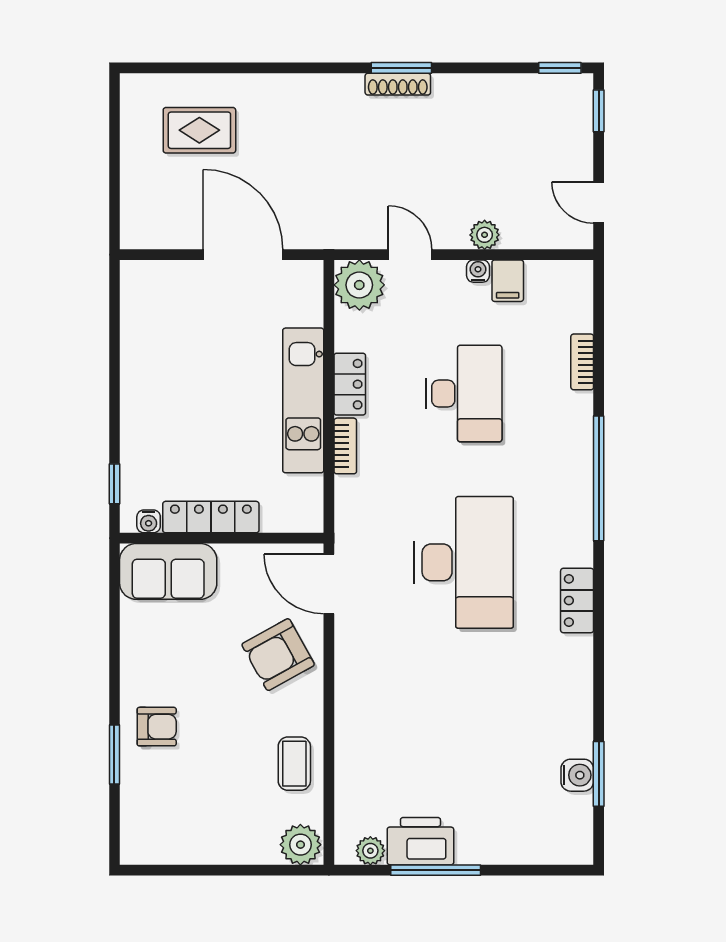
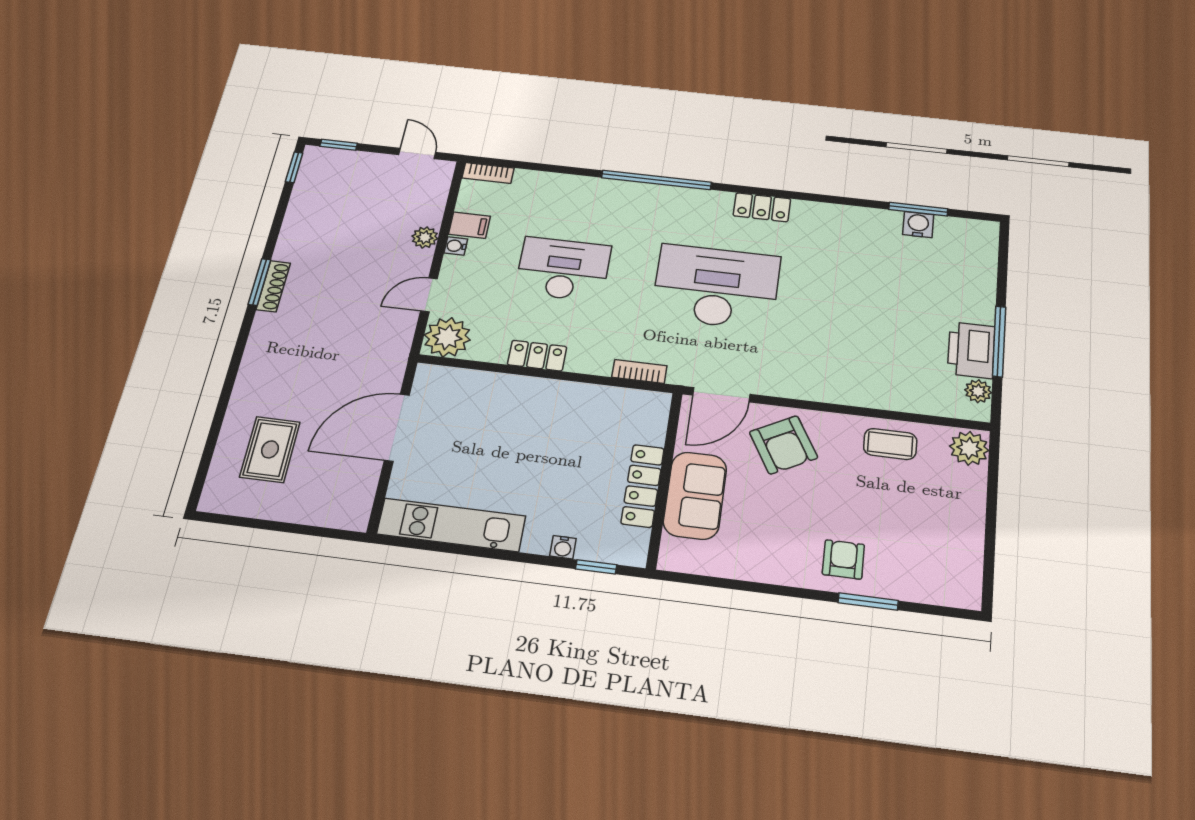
door: (599, 203) -> (417, 153), swing flipped
bookcase: (582, 362) -> (488, 173), moved
kitchen unit: (303, 400) -> (451, 525), moved, turned 180
bookcase: (345, 446) -> (639, 371), moved
water cooler: (149, 521) -> (563, 547), moved, turned 90
sofa: (168, 571) -> (695, 495), moved

